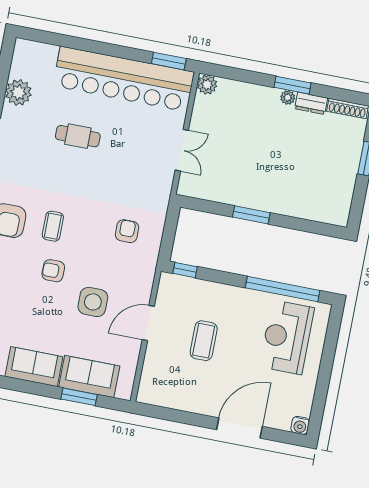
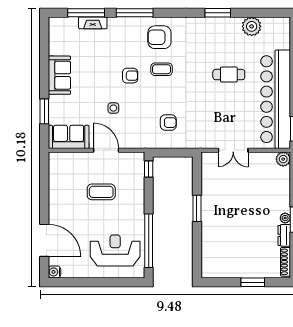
cafe table: (78, 136) -> (229, 75), turned 90
armchair: (53, 271) -> (130, 76), turned 90
side table: (93, 302) -> (113, 108), width x0.54, depth x0.54
sofa: (89, 377) -> (69, 137), moved, turned -90
door: (239, 428) -> (44, 240), moved

